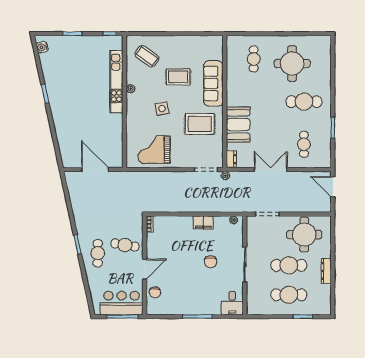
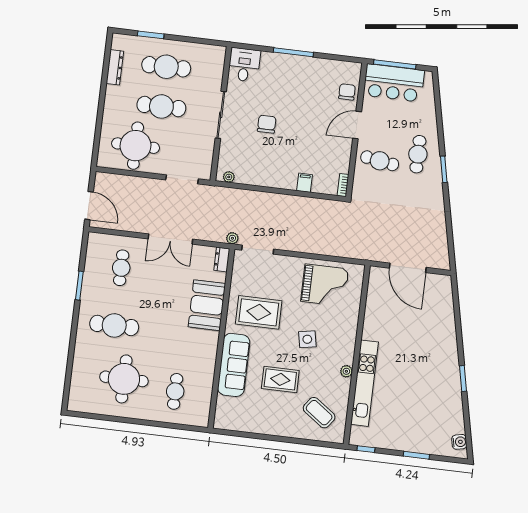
filing cabinet: (203, 222) -> (304, 183), moved, width x0.50
dresser: (326, 271) -> (115, 67), moved

